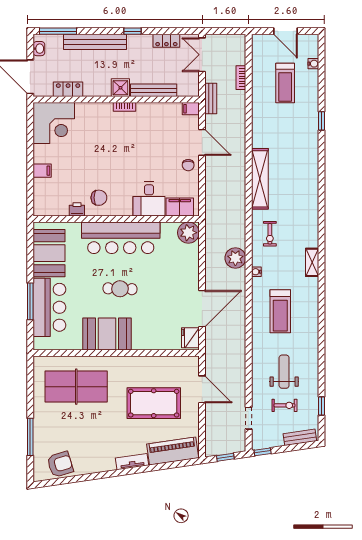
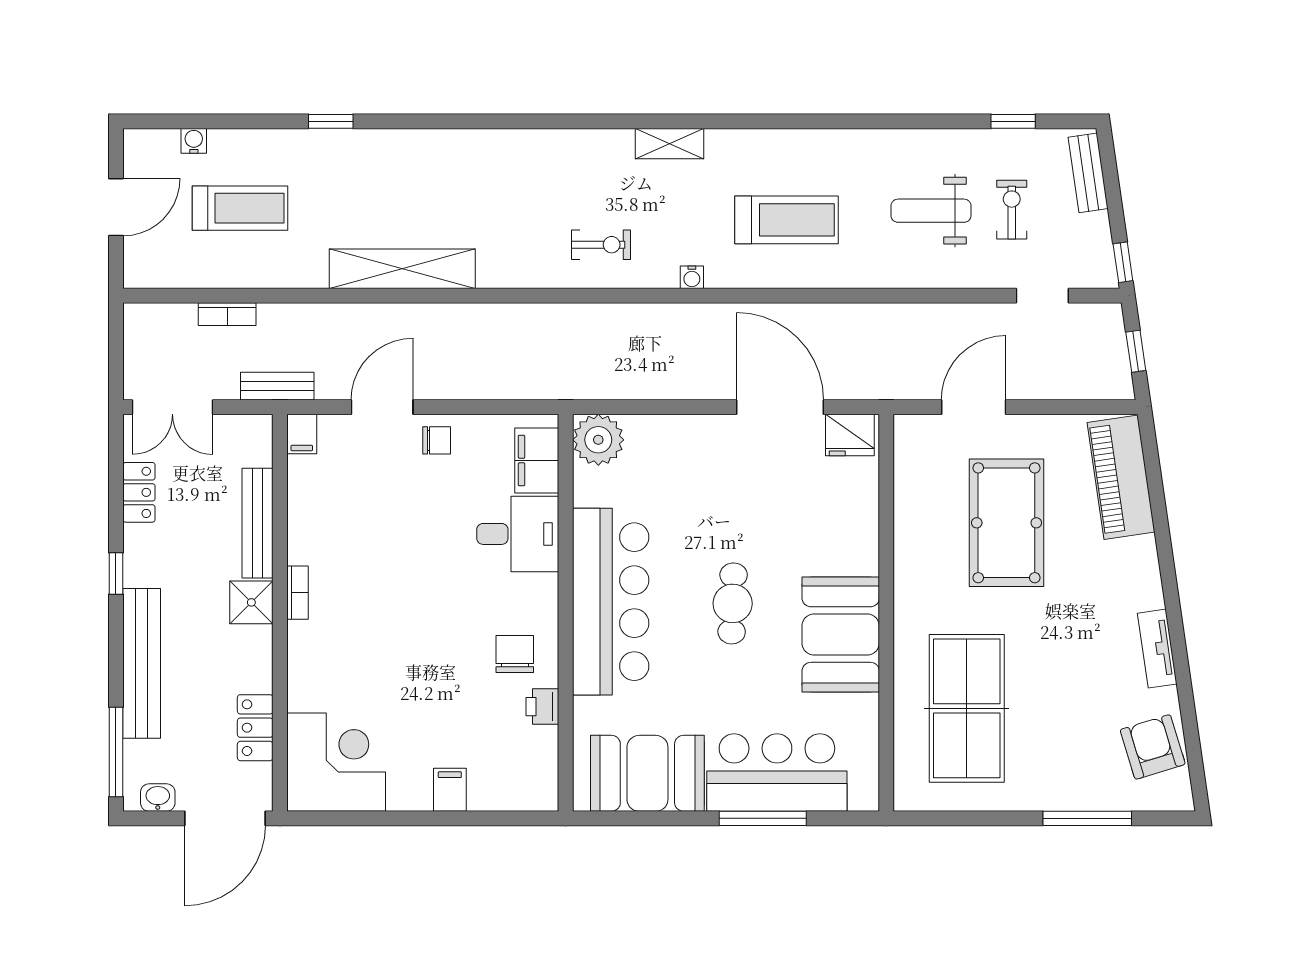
shelving: (260, 179) -> (402, 269), moved
plant: (235, 258) -> (659, 327), removed
tv unit: (132, 462) -> (1157, 649), moved

